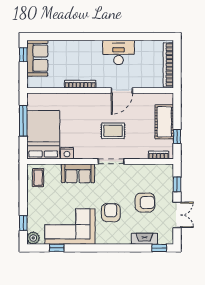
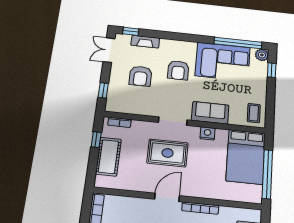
door: (122, 91) -> (167, 197), moved
window: (23, 121) -> (267, 174), width x1.46
rug: (113, 131) -> (168, 153), width x1.36, depth x1.43
nightstand: (67, 153) -> (208, 133), moved
armchair: (145, 203) -> (140, 76), turned -90
double door: (177, 215) -> (109, 50), moved
window: (57, 248) -> (238, 43), width x3.17

